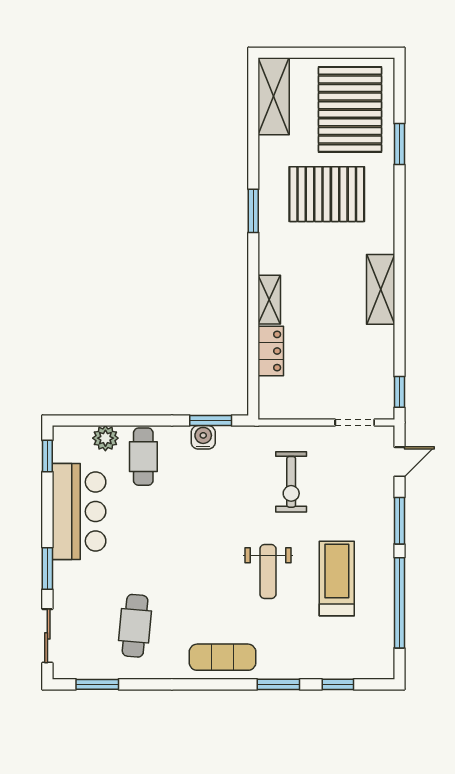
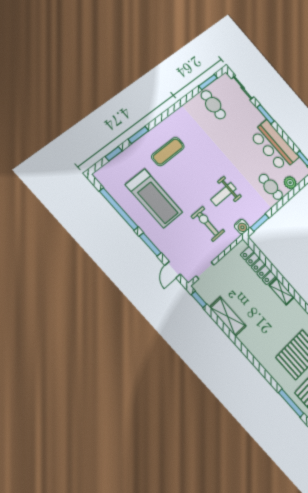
window: (399, 144) -> (291, 403), width x1.44
shelving: (381, 289) -> (228, 317), moved
locker: (271, 351) -> (258, 266), width x1.53
water cooler: (203, 437) -> (242, 227), moved
weight bench: (268, 572) -> (223, 194), moved, turned -90
treadmill: (337, 578) -> (154, 199), width x1.37, depth x1.37
cafe table: (135, 626) -> (213, 105), moved
exercise mat: (223, 657) -> (168, 152), moved

